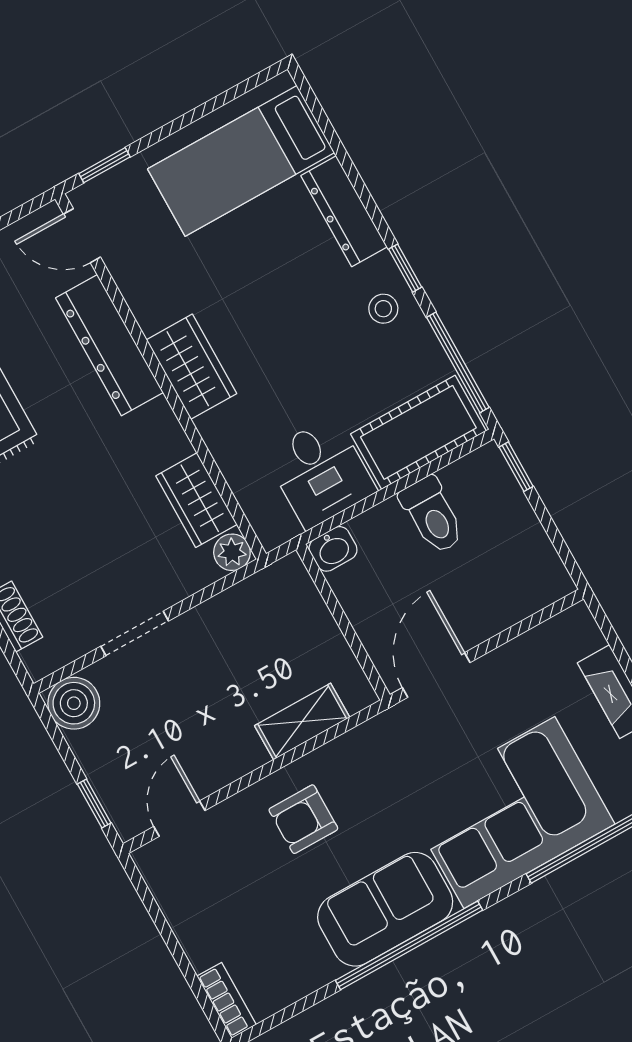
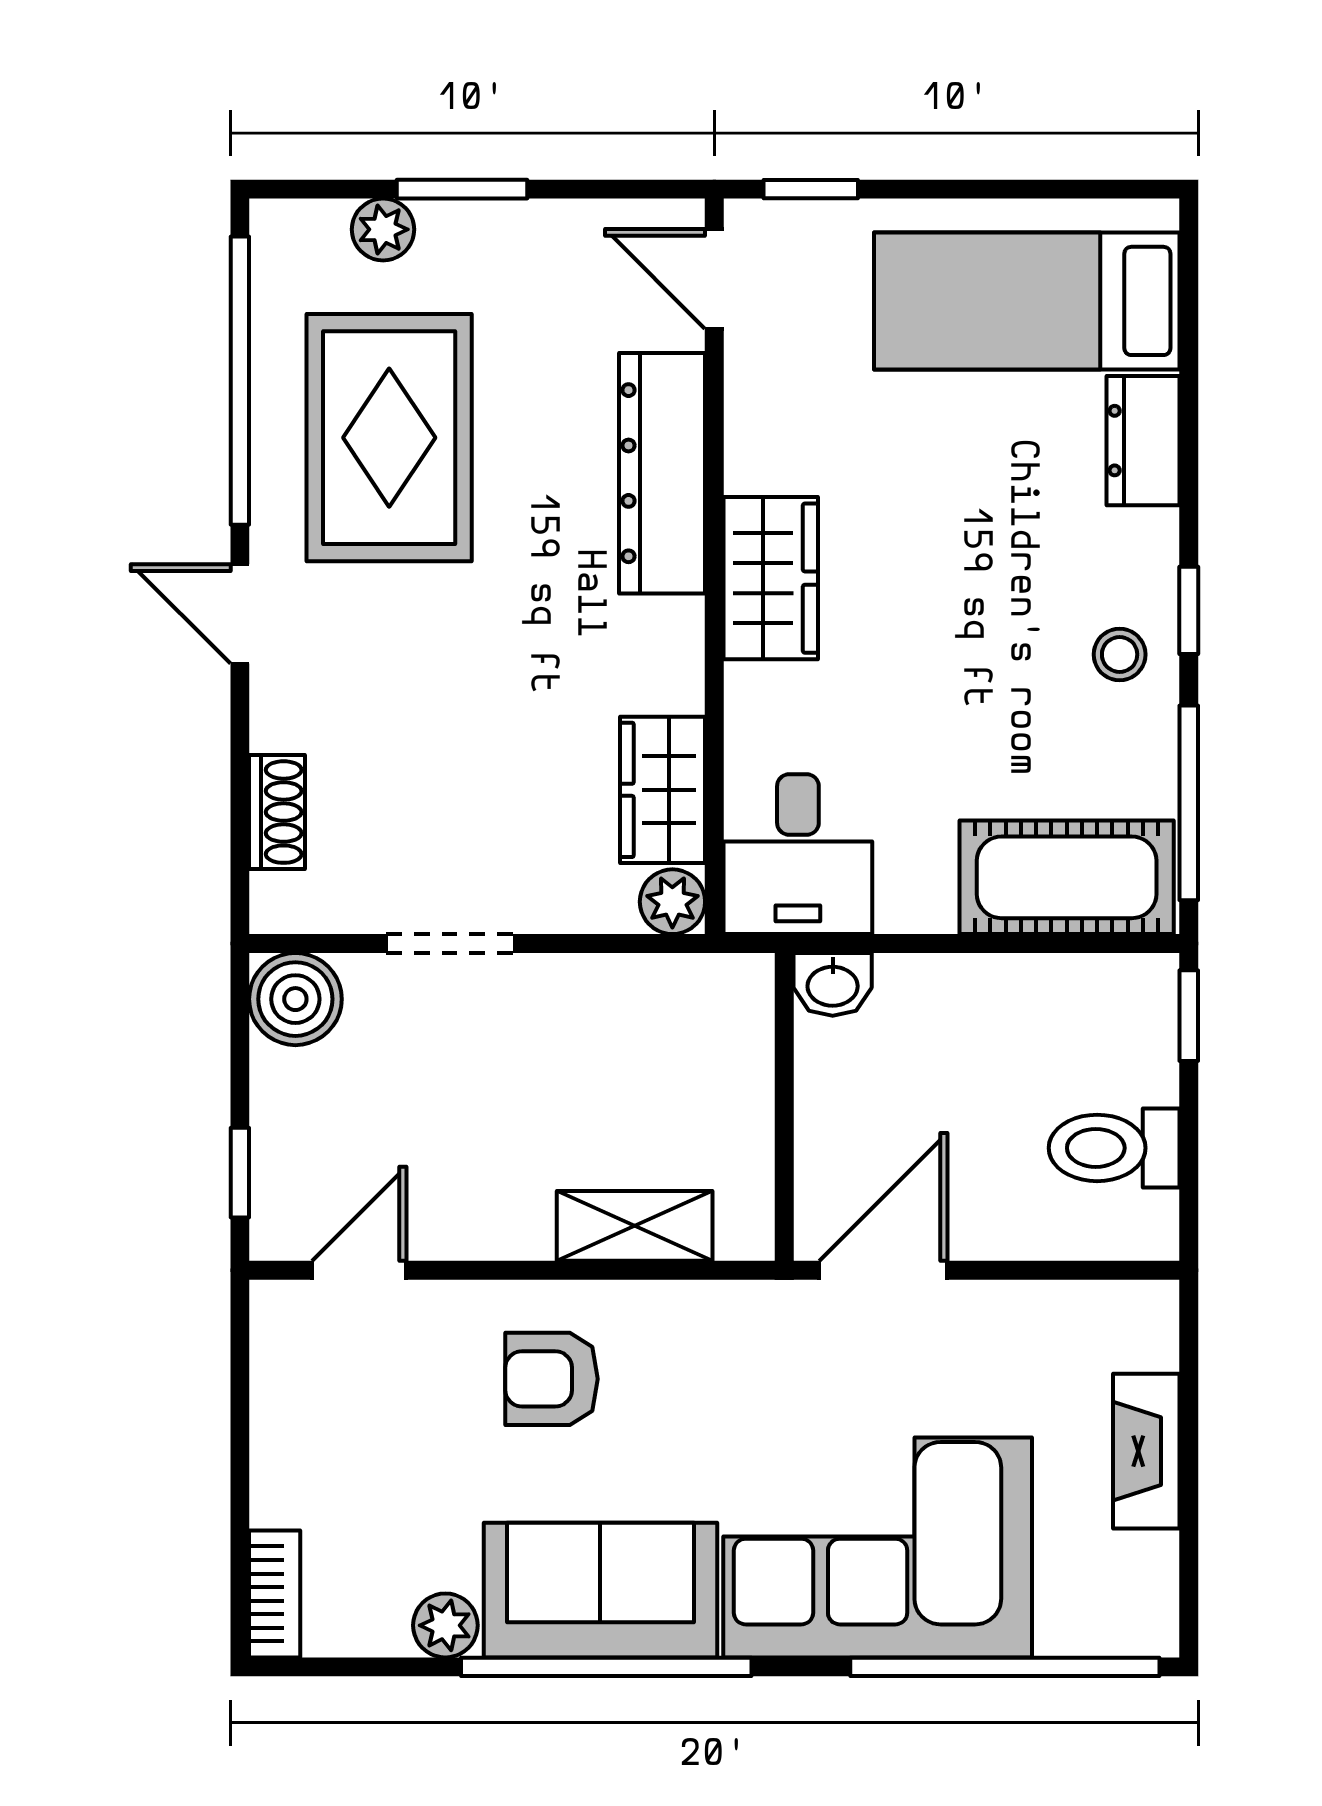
dresser: (344, 211) -> (1143, 441), width x0.70
desk: (320, 472) -> (798, 854), moved
toilet: (432, 515) -> (1114, 1148), moved, turned 90
plant: (319, 969) -> (445, 1625), added

